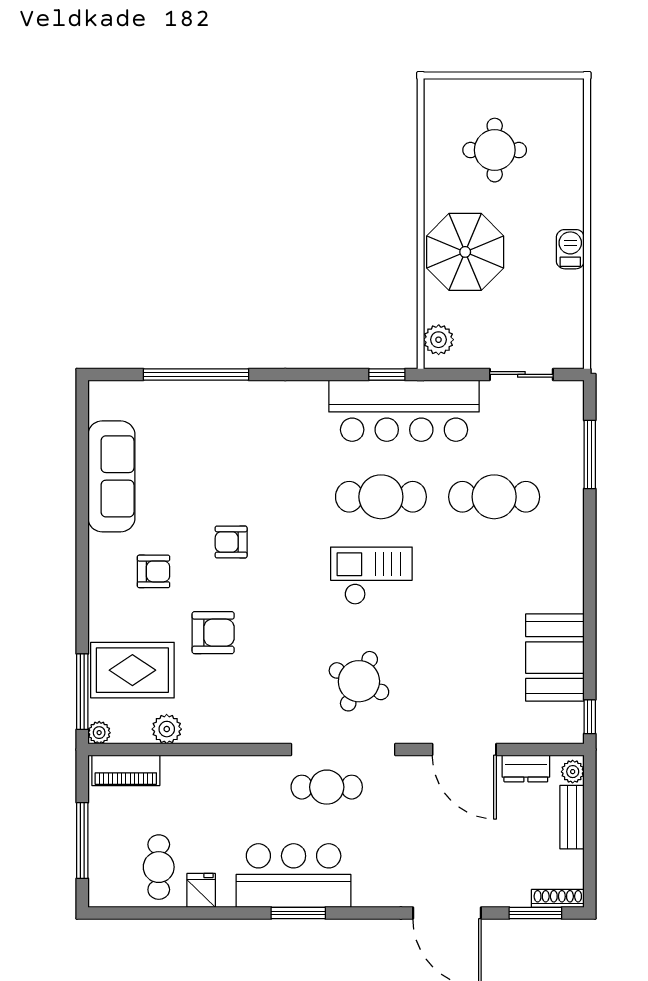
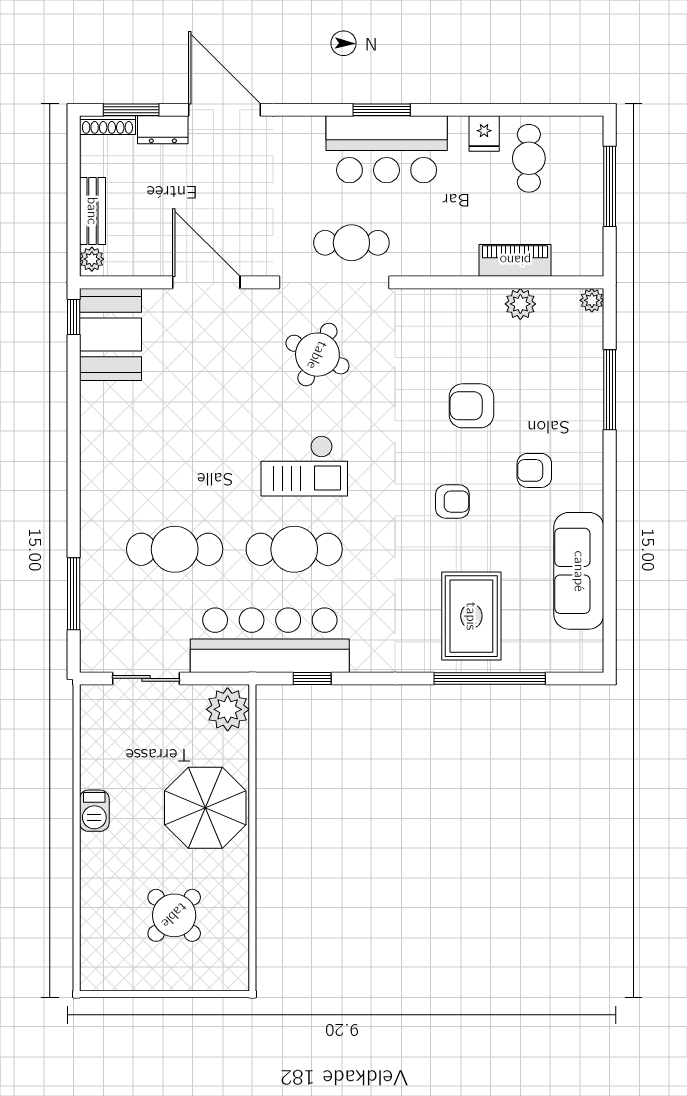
round table: (495, 150) -> (174, 915), turned 45
plant: (439, 340) -> (228, 709), width x1.36, depth x1.36
window: (387, 374) -> (312, 678), moved
booth: (555, 658) -> (111, 334), moved
rug: (132, 670) -> (471, 616), moved, turned 90
window: (82, 692) -> (610, 390), moved
dresser: (526, 769) -> (163, 130), moved, turned 180
piano: (126, 770) -> (515, 260), moved

